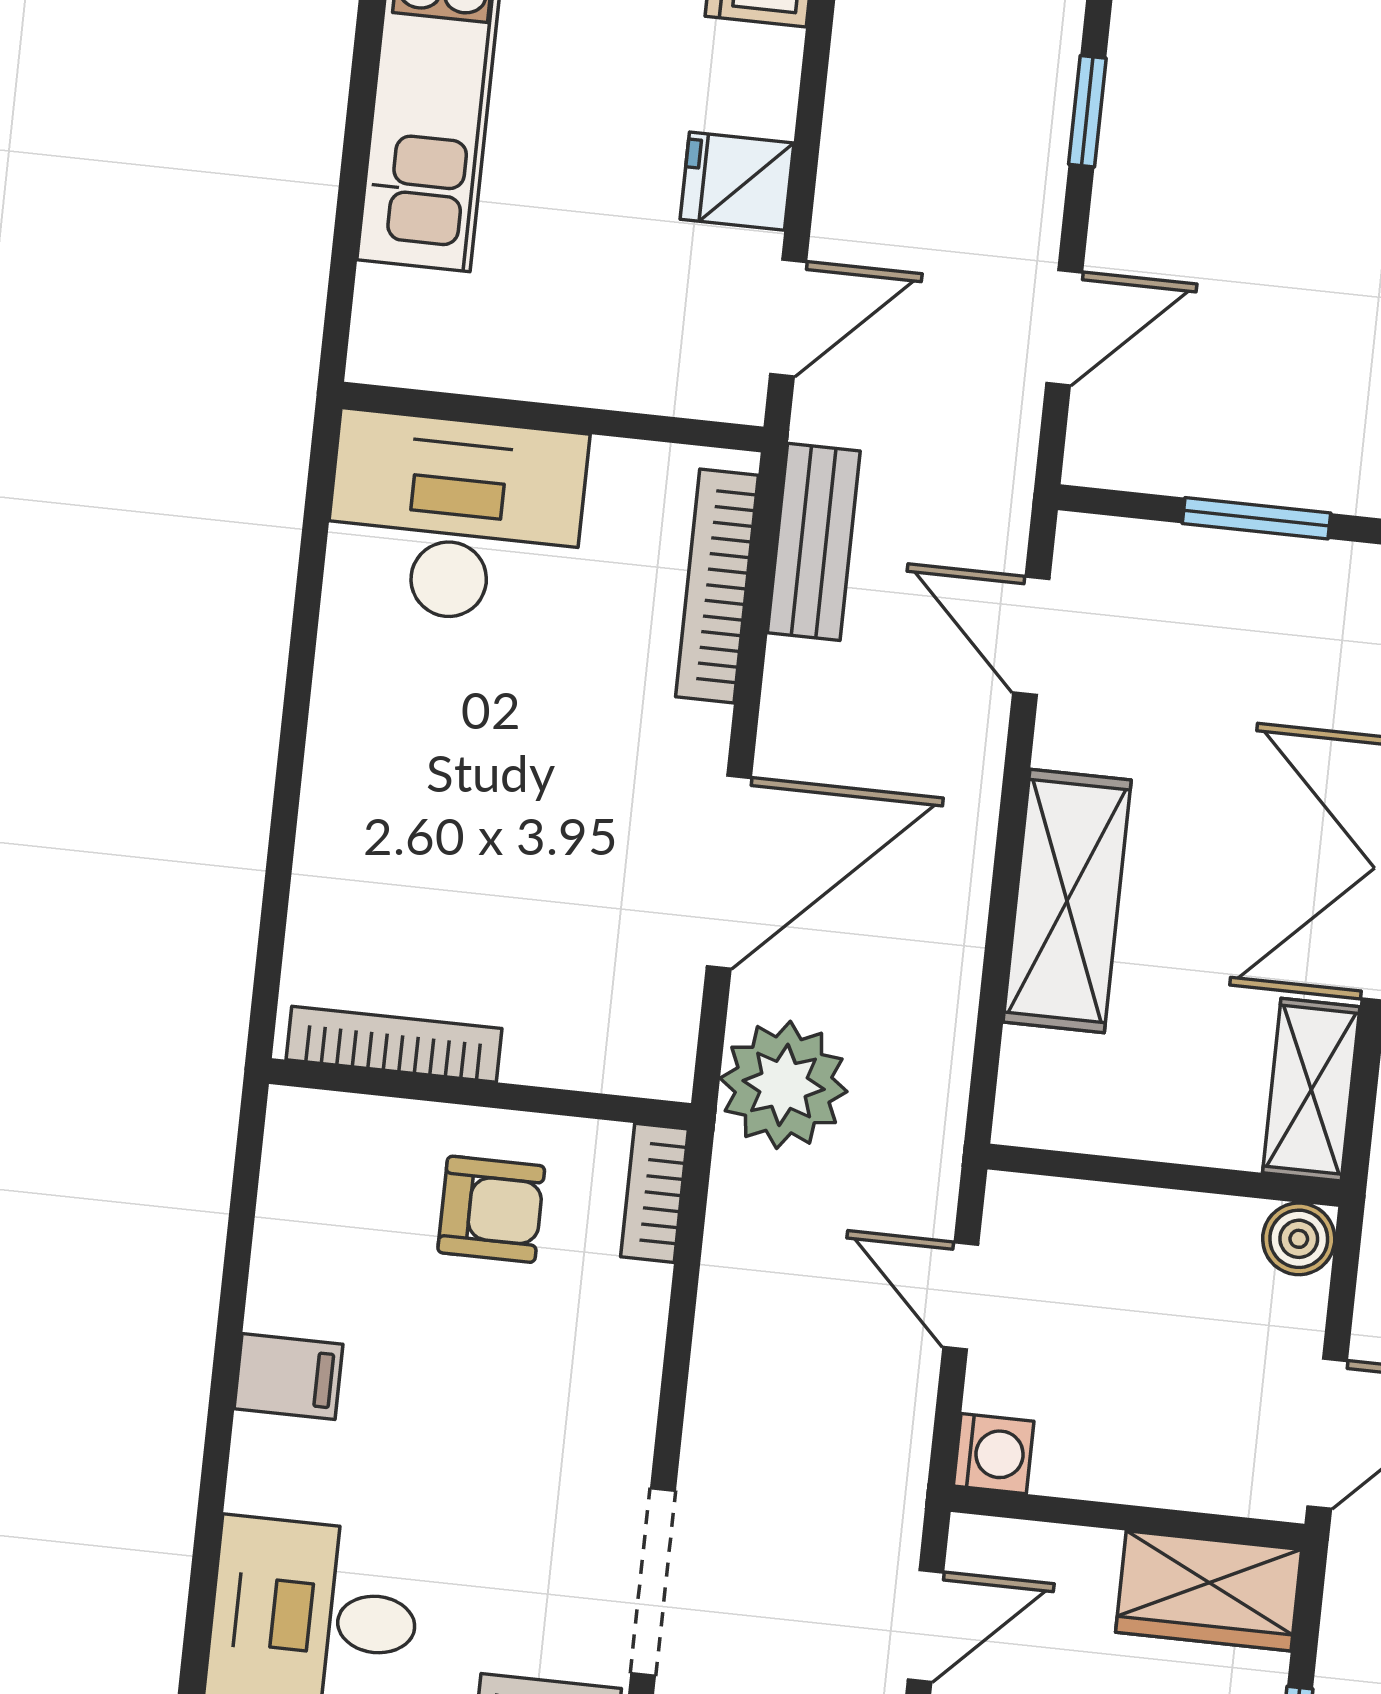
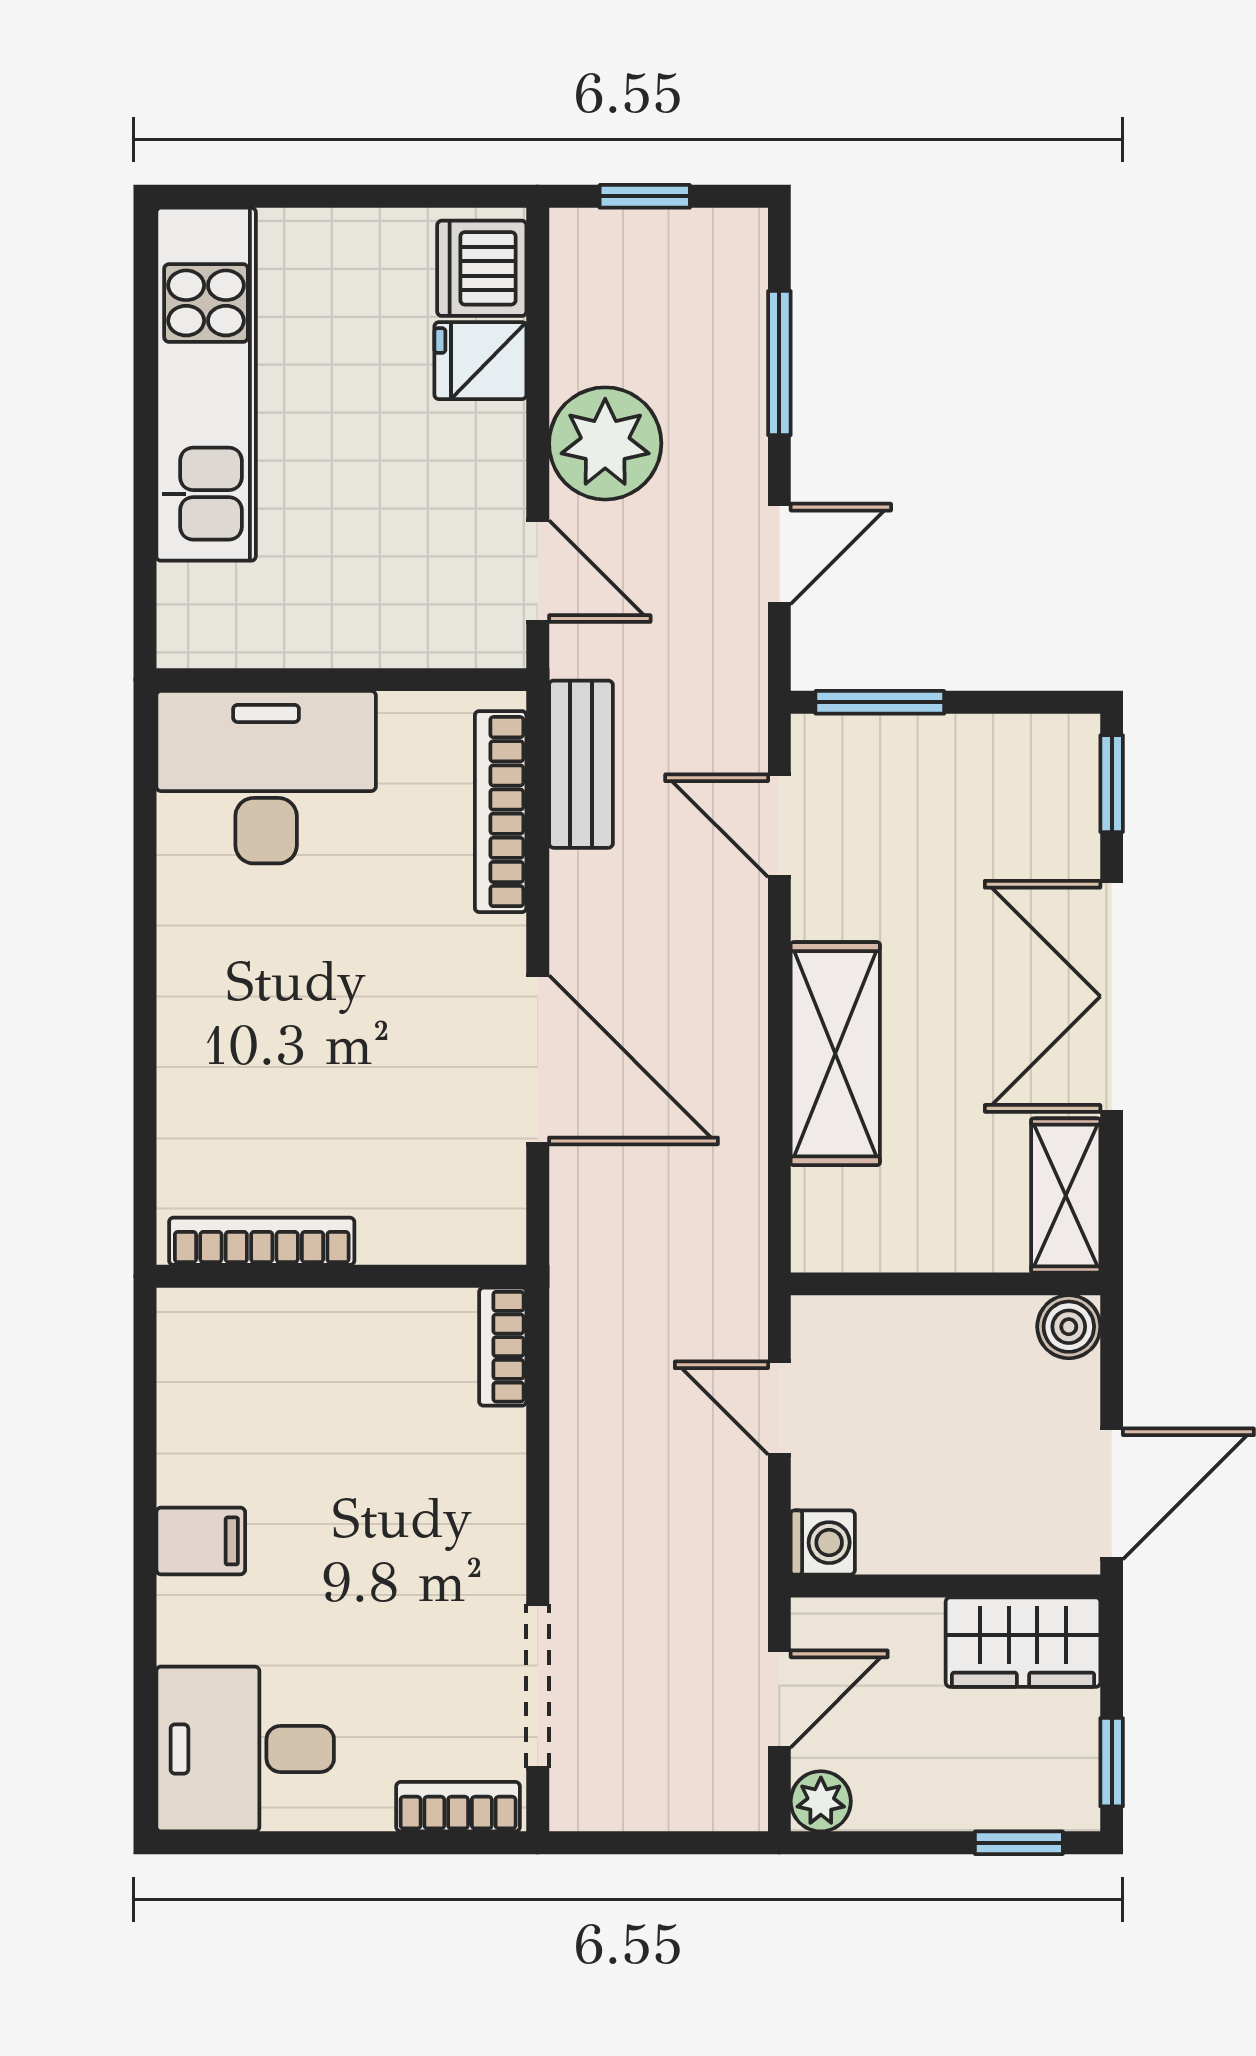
window: (1087, 111) -> (779, 363), width x1.50
fridge: (737, 181) -> (480, 361), moved
door: (788, 318) -> (538, 571), hinge flipped
window: (1256, 518) -> (880, 702), moved
door: (729, 872) -> (538, 1060), hinge flipped
plant: (784, 1085) -> (605, 443), moved
armchair: (491, 1209) -> (362, 1376), removed

